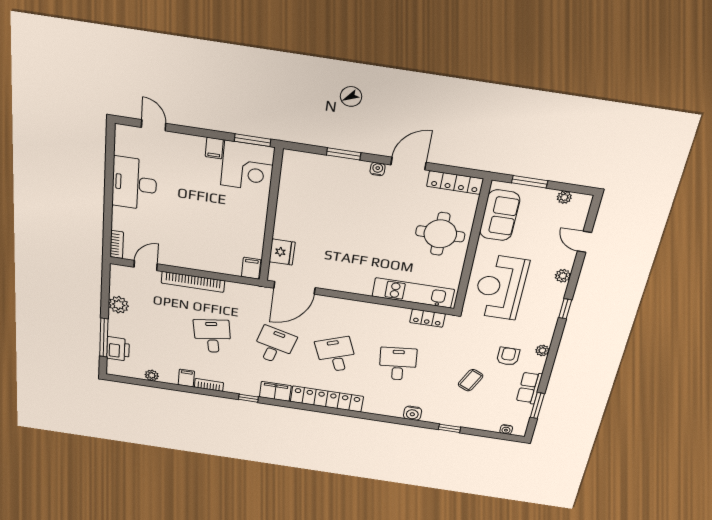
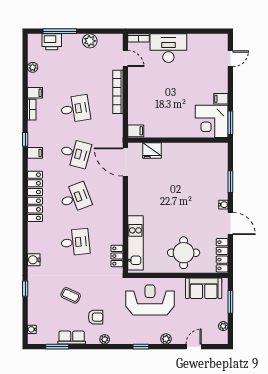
desk: (134, 184) -> (168, 48), moved
filing cabinet: (275, 391) -> (35, 153), width x0.50

